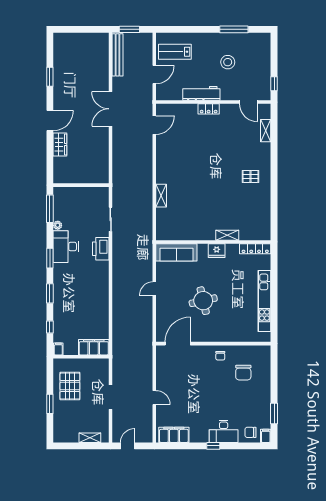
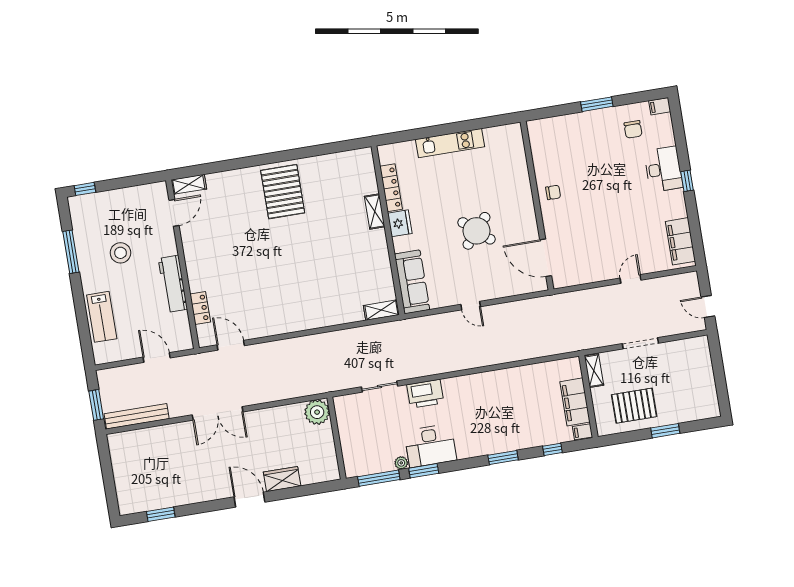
lab bench: (175, 52) -> (102, 317), moved
window: (50, 77) -> (161, 514), moved
window: (274, 84) -> (85, 189), moved
locker: (209, 109) -> (200, 308), moved
shelving: (266, 131) -> (189, 184), moved
plant: (100, 175) -> (317, 412), added
pallet: (251, 176) -> (283, 192), width x2.05, depth x2.00
shelving: (161, 196) -> (381, 310), moved
locker: (255, 249) -> (391, 188), moved
window: (50, 258) -> (424, 471), moved
round table: (203, 301) -> (477, 231), turned -36
kitchen unit: (264, 301) -> (450, 143), width x0.73
filing cabinet: (94, 347) -> (575, 402), moved
chair: (243, 373) -> (572, 155), removed
window: (274, 413) -> (597, 104), moved
chair: (250, 432) -> (633, 129), moved
shelving: (90, 438) -> (594, 371), moved

